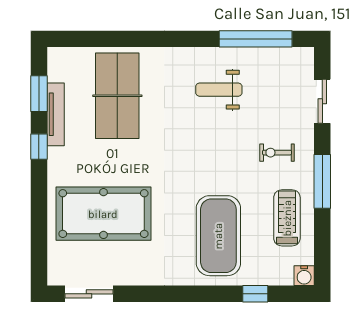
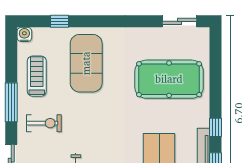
exercise bike: (277, 153) -> (44, 123), width x1.38, depth x1.39
treadmill: (287, 218) -> (37, 76), turned 180

